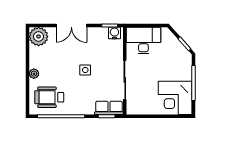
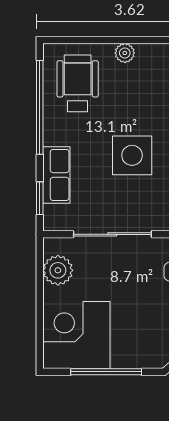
side table: (85, 70) -> (132, 155), width x1.87, depth x1.87
plant: (143, 107) -> (58, 270), added
row of seats: (109, 108) -> (56, 175), moved

